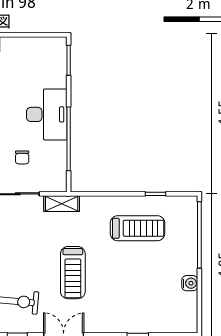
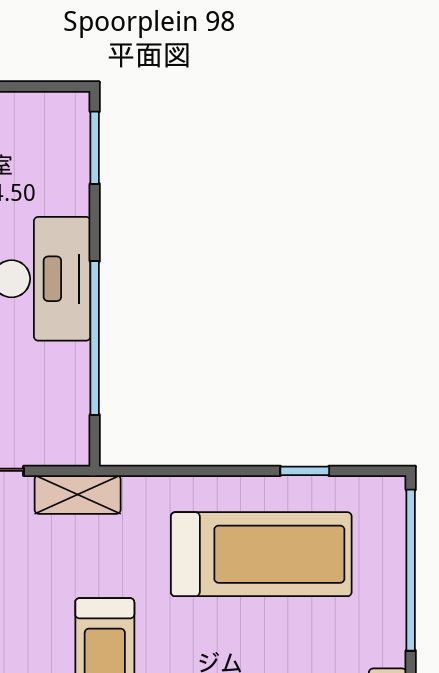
treadmill: (138, 228) -> (261, 554), width x1.37, depth x1.38

